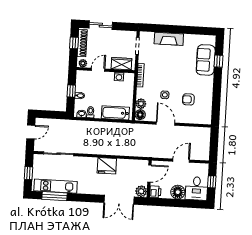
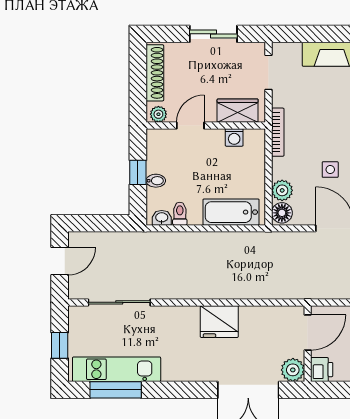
sliding door: (101, 25) -> (213, 34), moved
window: (74, 43) -> (138, 73), removed

